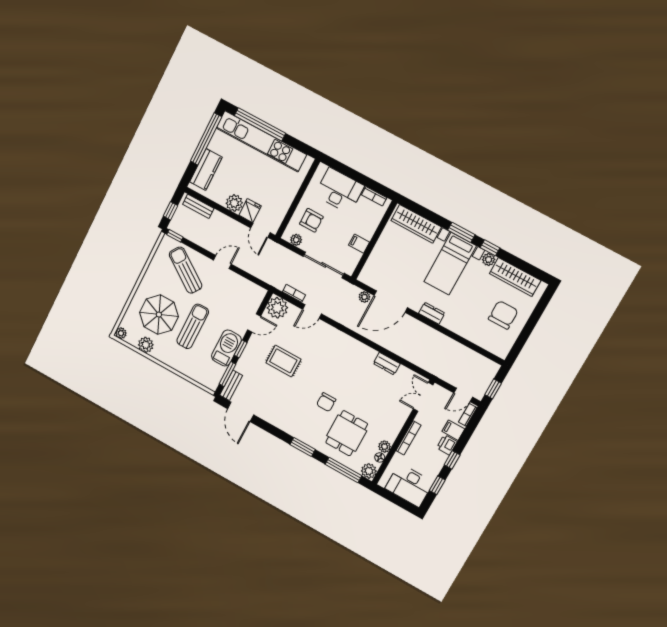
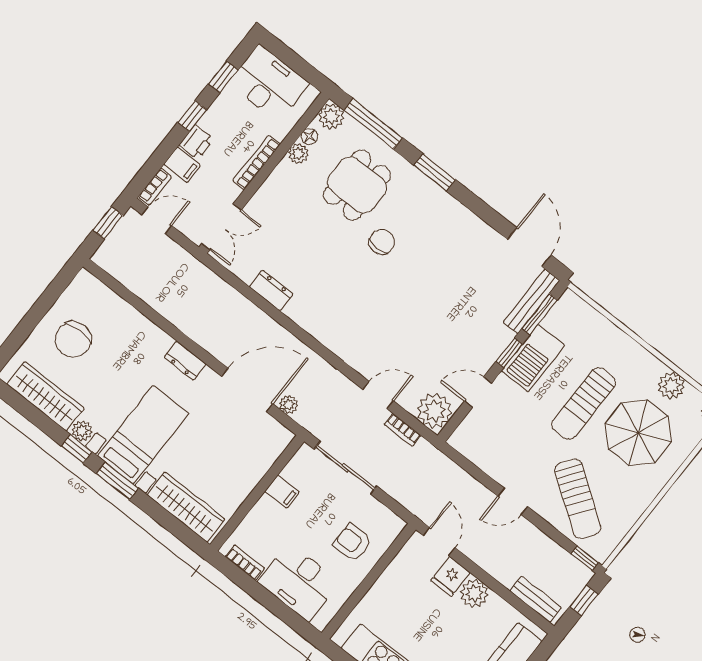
plant: (296, 240) -> (383, 516), removed
rug: (283, 361) -> (441, 321), removed
bench: (231, 385) -> (531, 301), width x1.36

